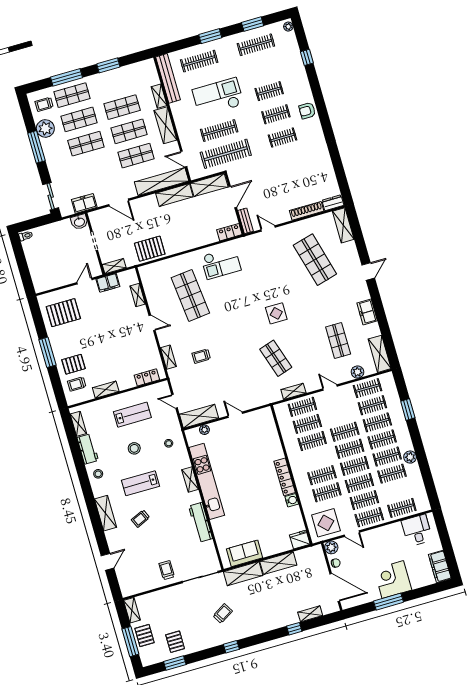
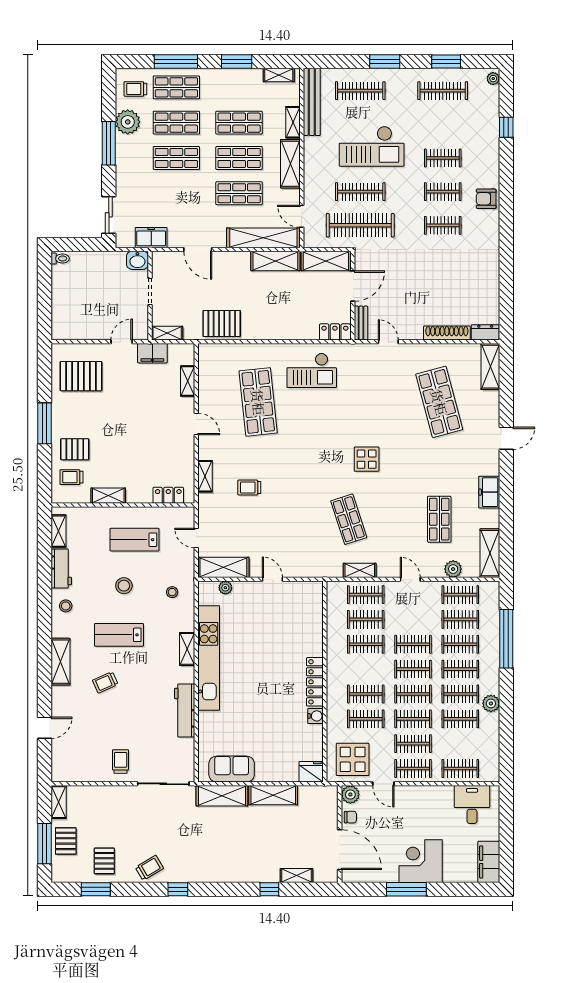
shelving: (140, 66) -> (279, 75), added
checkout: (218, 97) -> (372, 146), turned 180
window: (408, 409) -> (506, 639), width x2.11
lab bench: (132, 415) -> (135, 540), turned 180
trolley: (223, 613) -> (149, 868), moved

